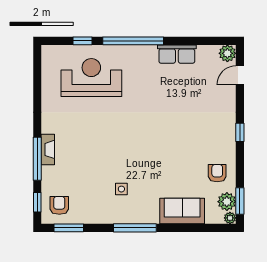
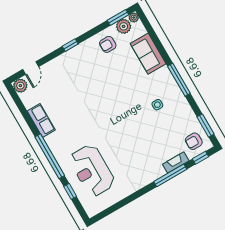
door: (240, 75) -> (31, 68), hinge flipped
fireplace: (48, 149) -> (176, 162), moved

